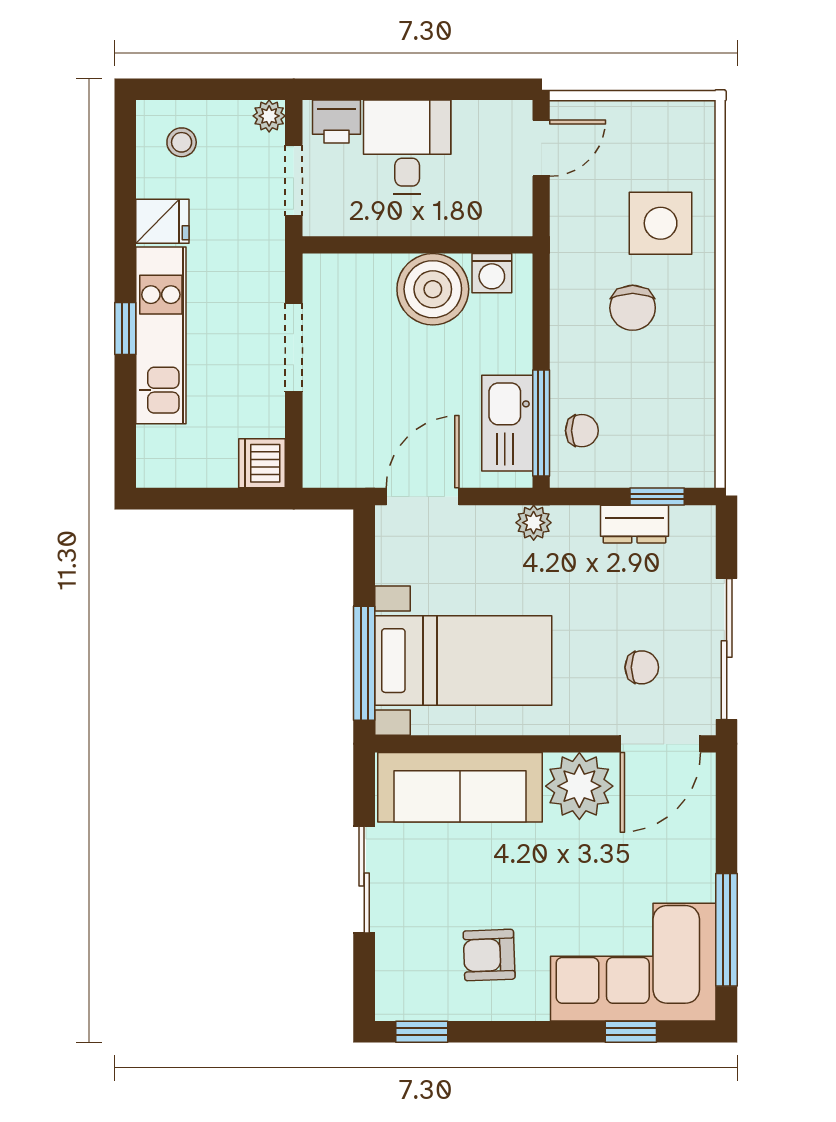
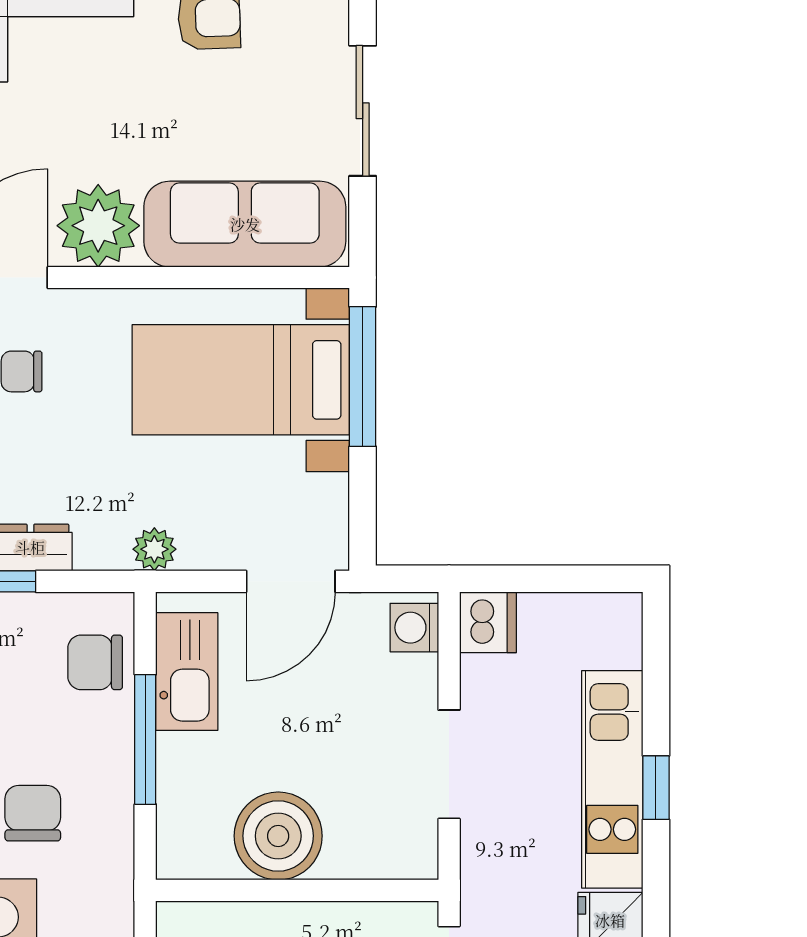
washing machine: (492, 273) -> (414, 628), moved, turned -90
window: (541, 423) -> (145, 739), moved
chair: (582, 431) -> (95, 662), width x1.37, depth x1.37

